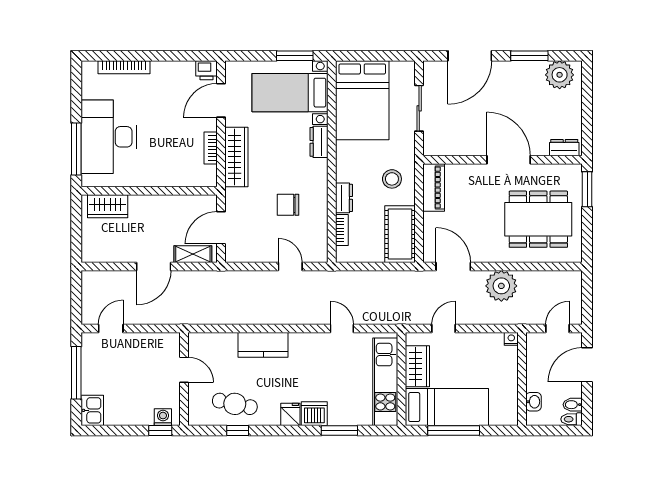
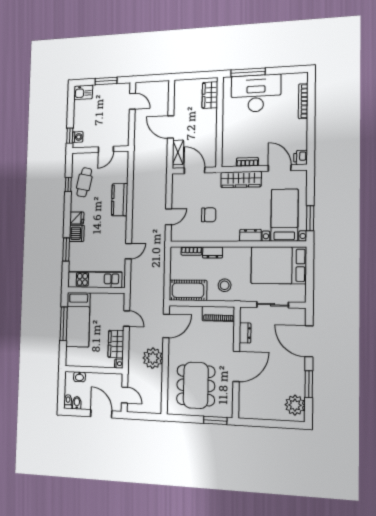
dresser: (564, 148) -> (245, 333), moved
chair: (288, 205) -> (209, 215), turned 90
wardrobe: (417, 366) -> (116, 344), moved, turned 90
window: (76, 373) -> (106, 81), width x0.69

